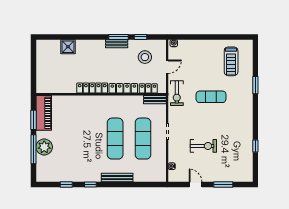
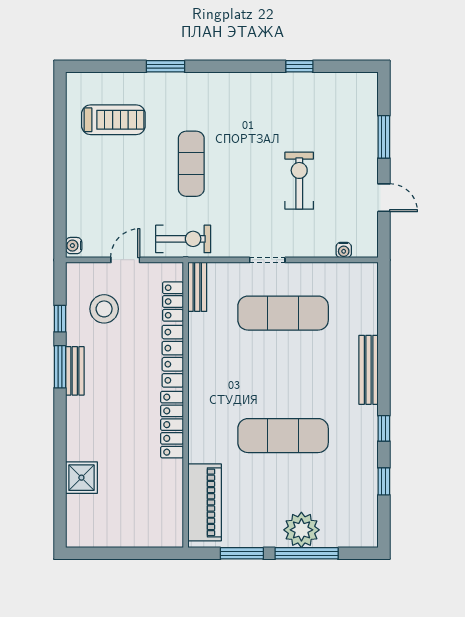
door: (167, 67) -> (125, 260), hinge flipped
piano: (44, 113) -> (205, 502), moved, turned 90
exercise mat: (115, 139) -> (283, 436), moved
door: (196, 185) -> (384, 198), swing flipped

